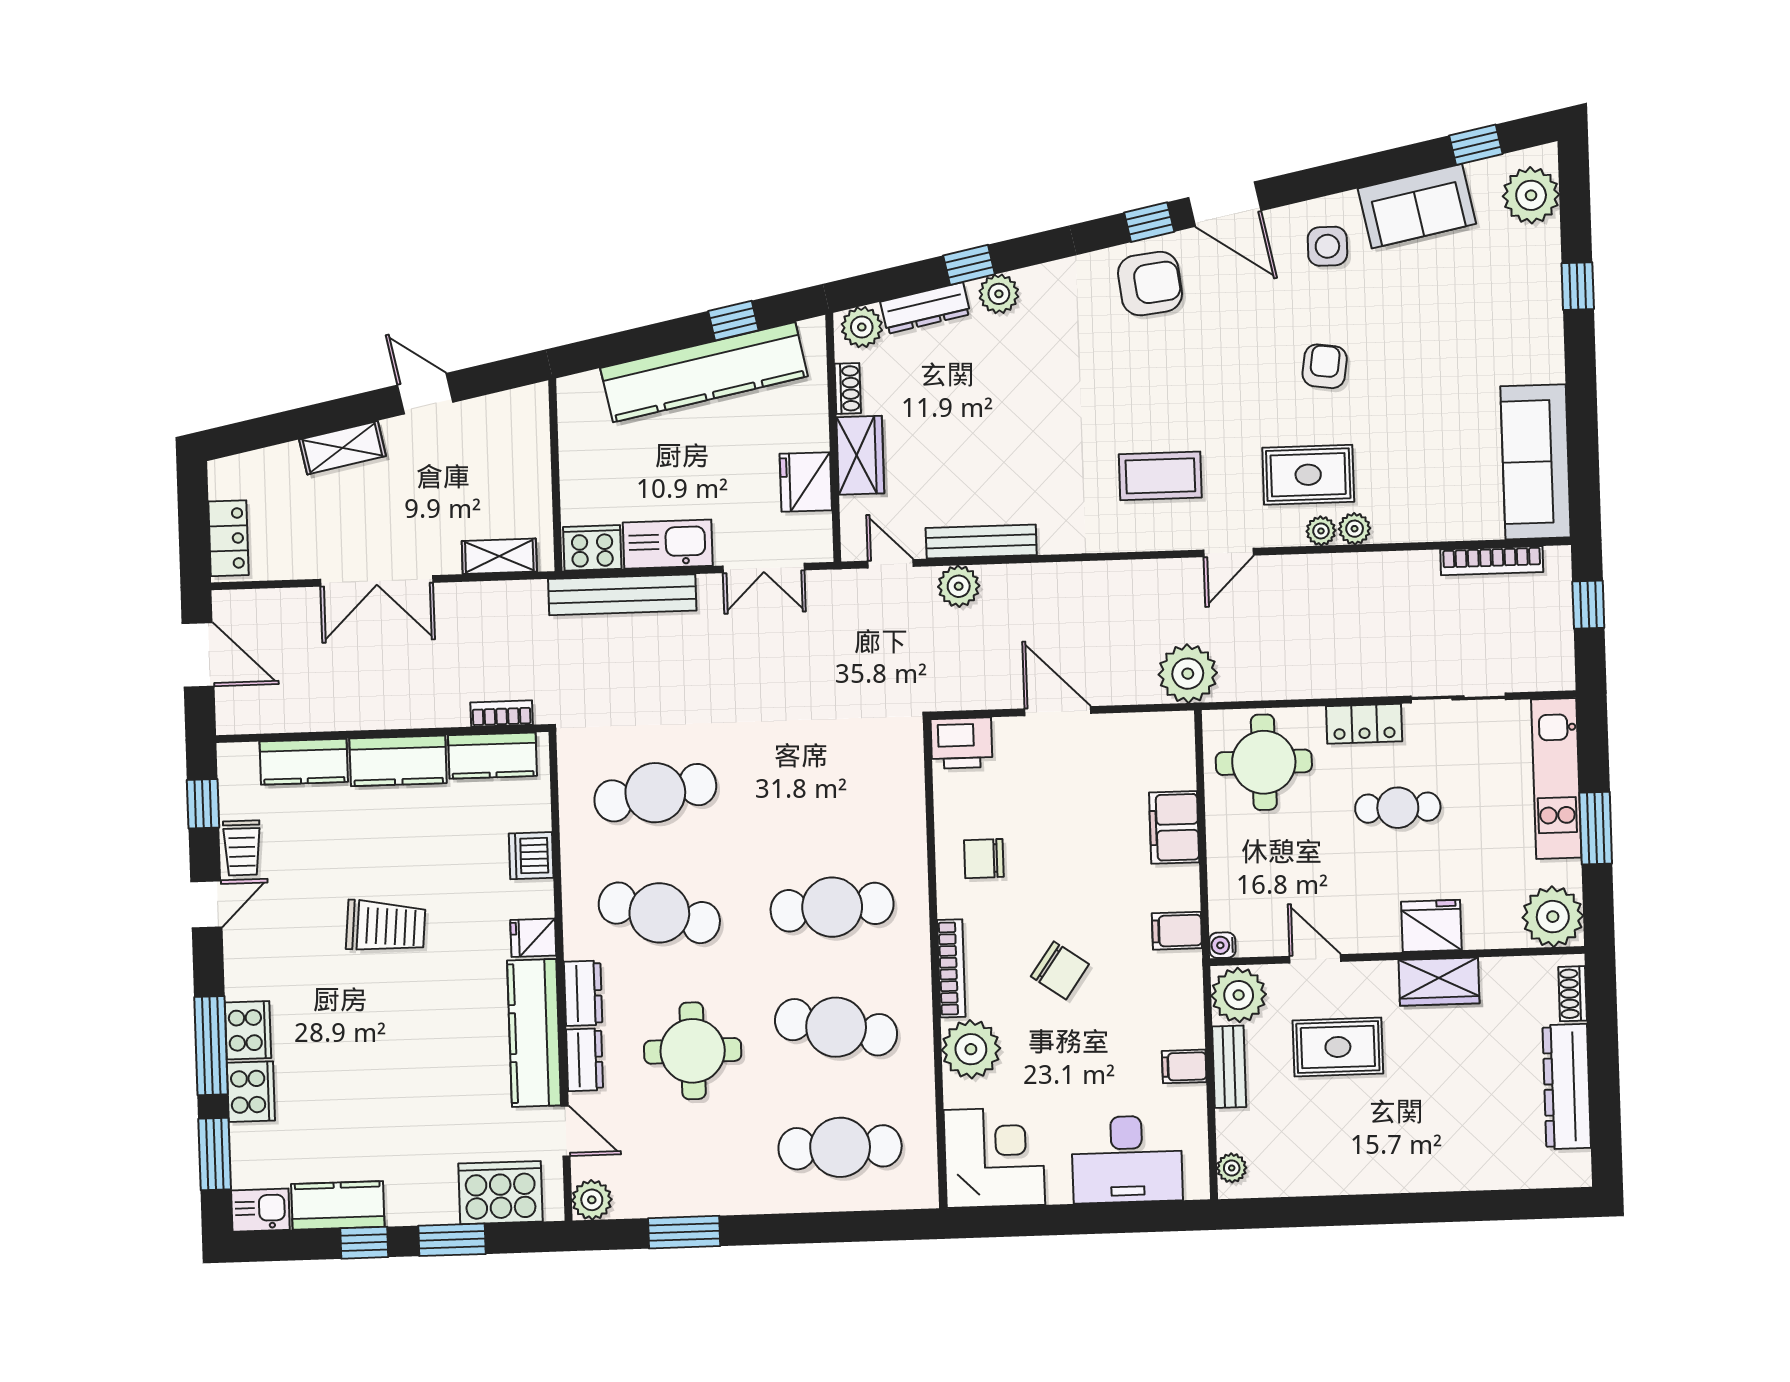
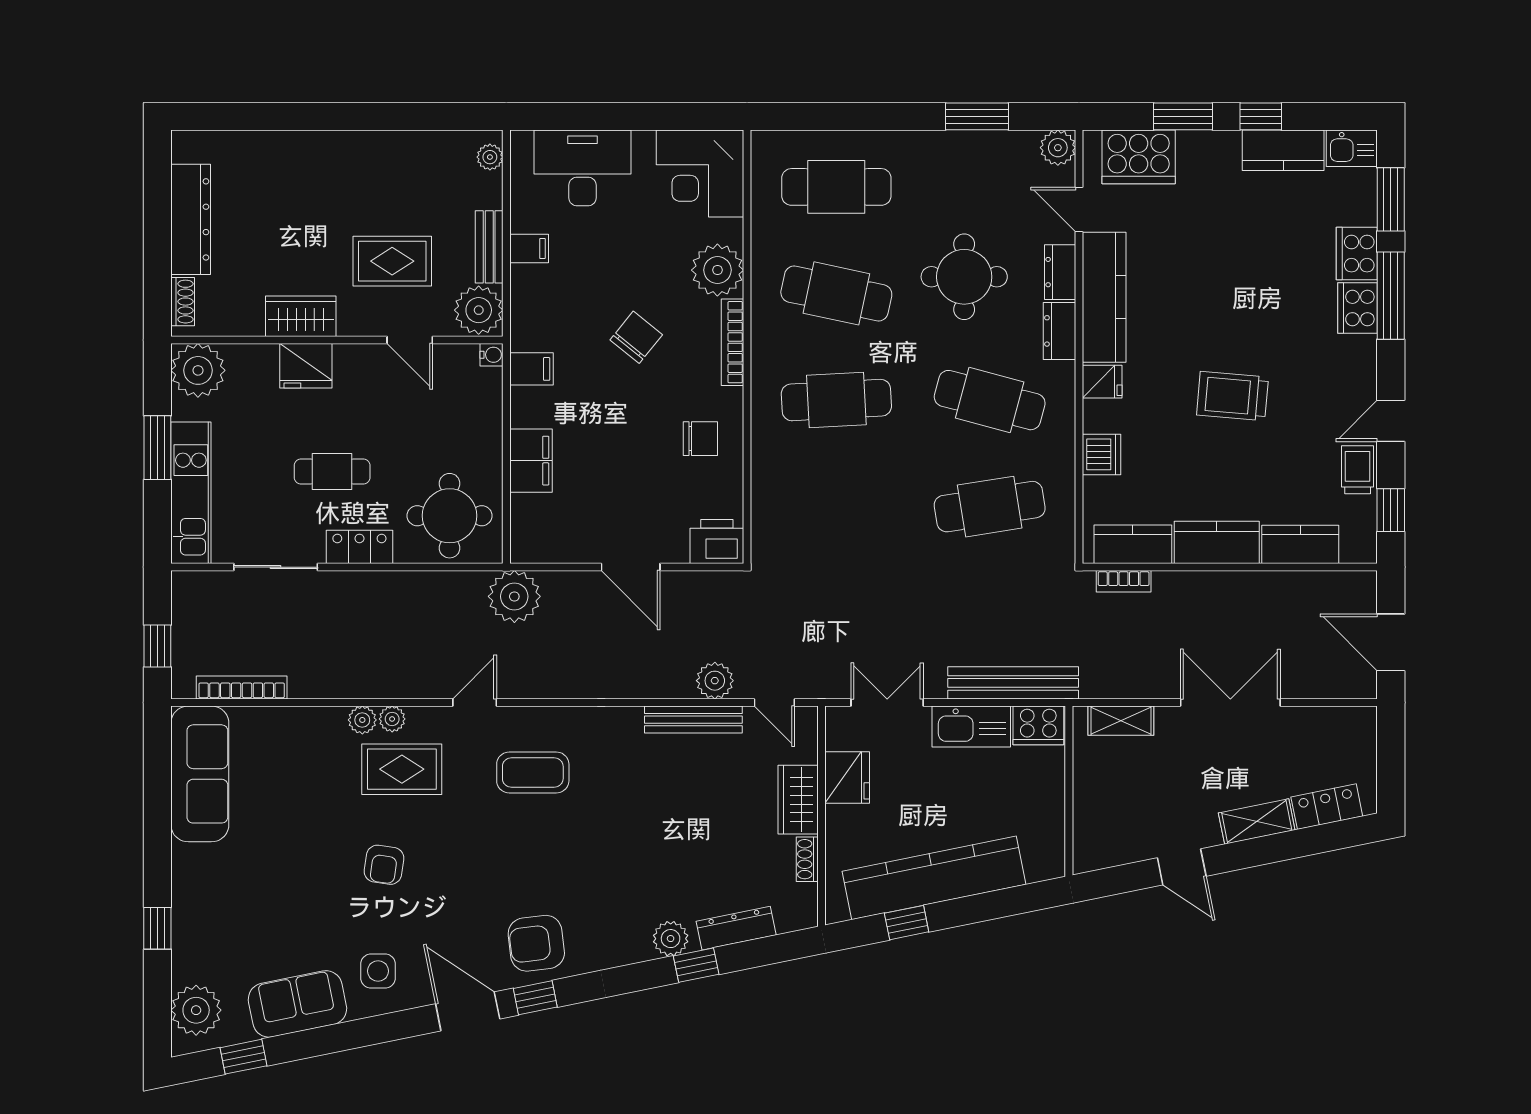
plant: (862, 327) -> (793, 913), removed
locker: (228, 538) -> (1327, 807), moved, turned 79
chair: (1060, 970) -> (636, 337), turned 94

